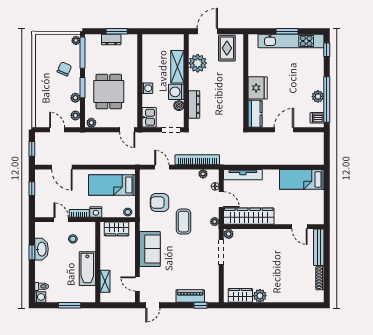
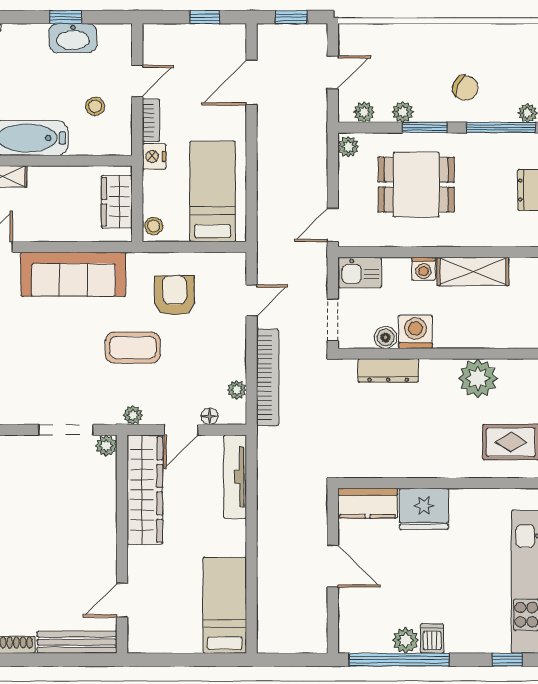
shelving: (177, 67) -> (473, 271), moved
dishwasher: (317, 118) -> (432, 638), moved
sofa: (150, 249) -> (73, 274), width x1.36

